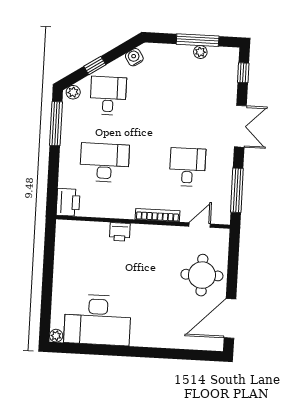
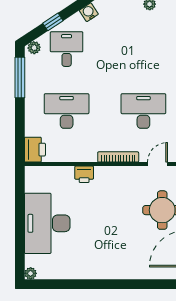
desk: (187, 167) -> (143, 111), width x1.37
desk: (98, 320) -> (47, 223), moved, turned 90

